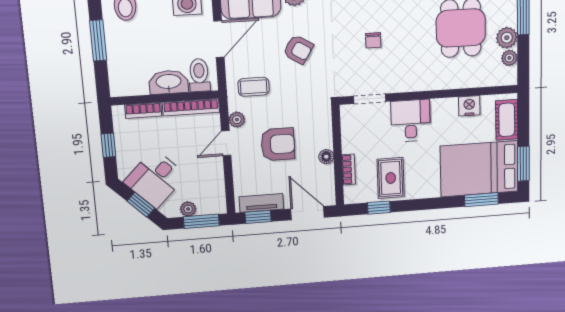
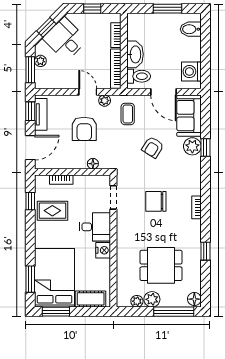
chair: (373, 40) -> (156, 201), width x1.87, depth x1.87
nightstand: (469, 106) -> (103, 250), moved
floor lamp: (326, 157) -> (93, 164), moved

